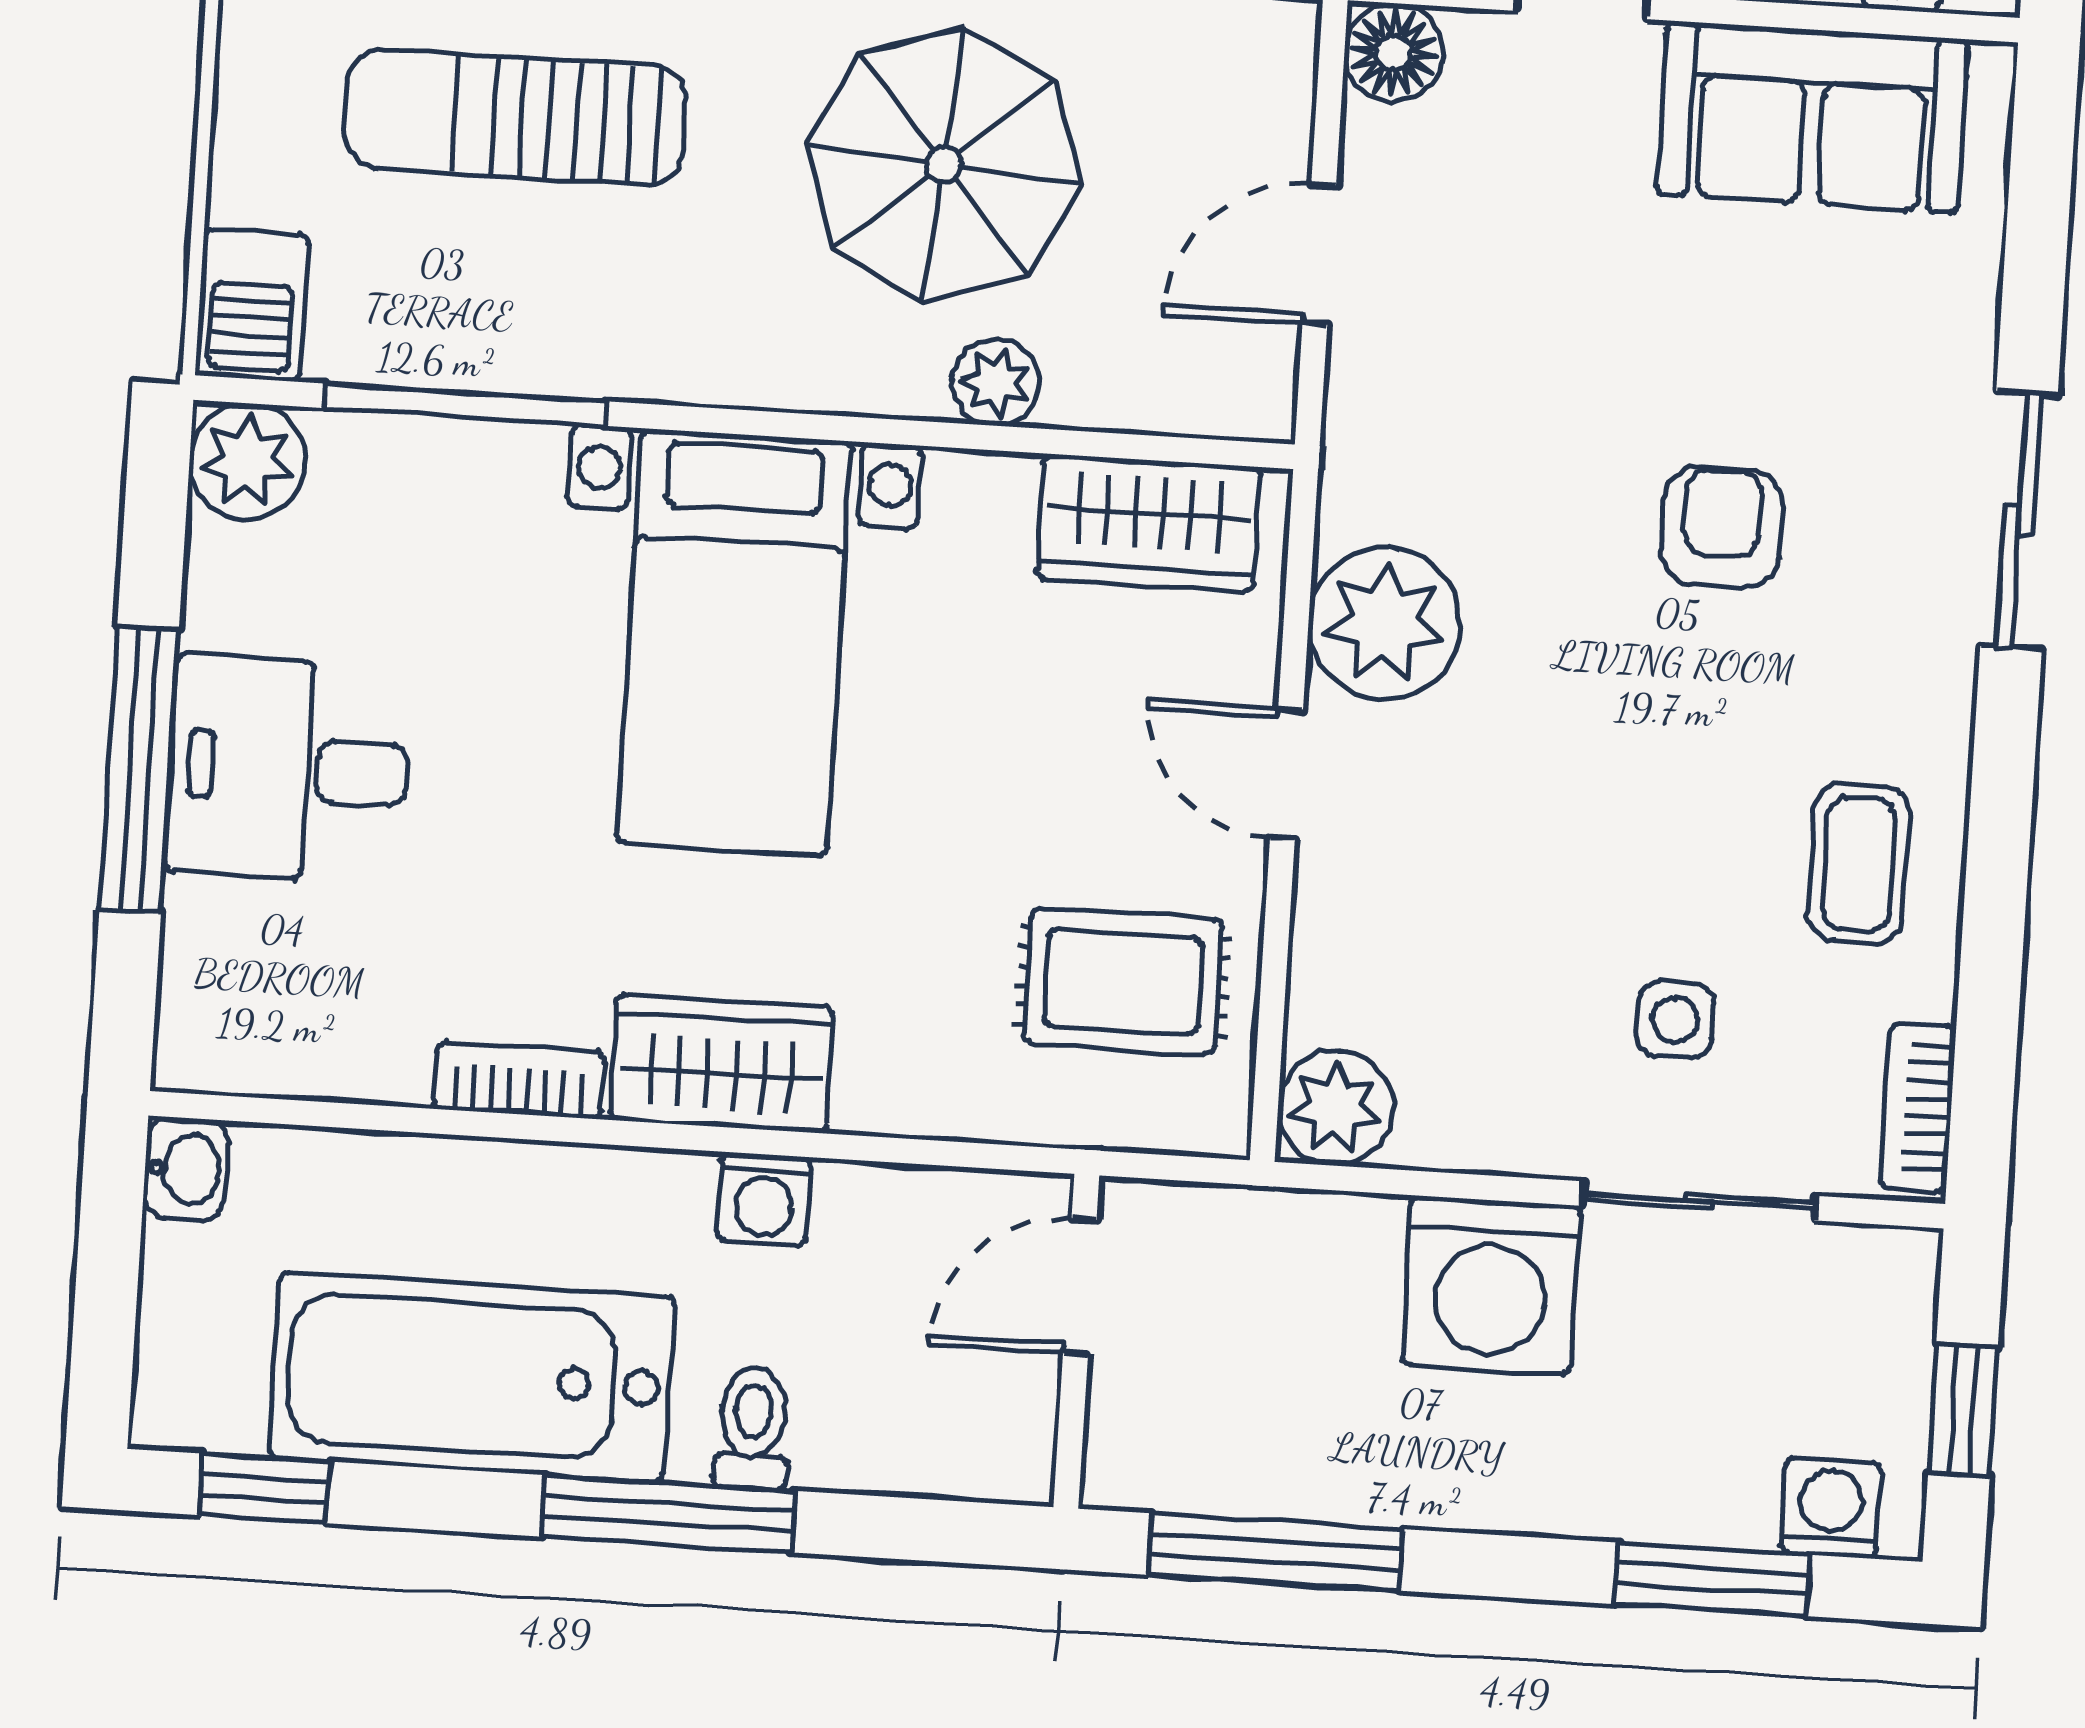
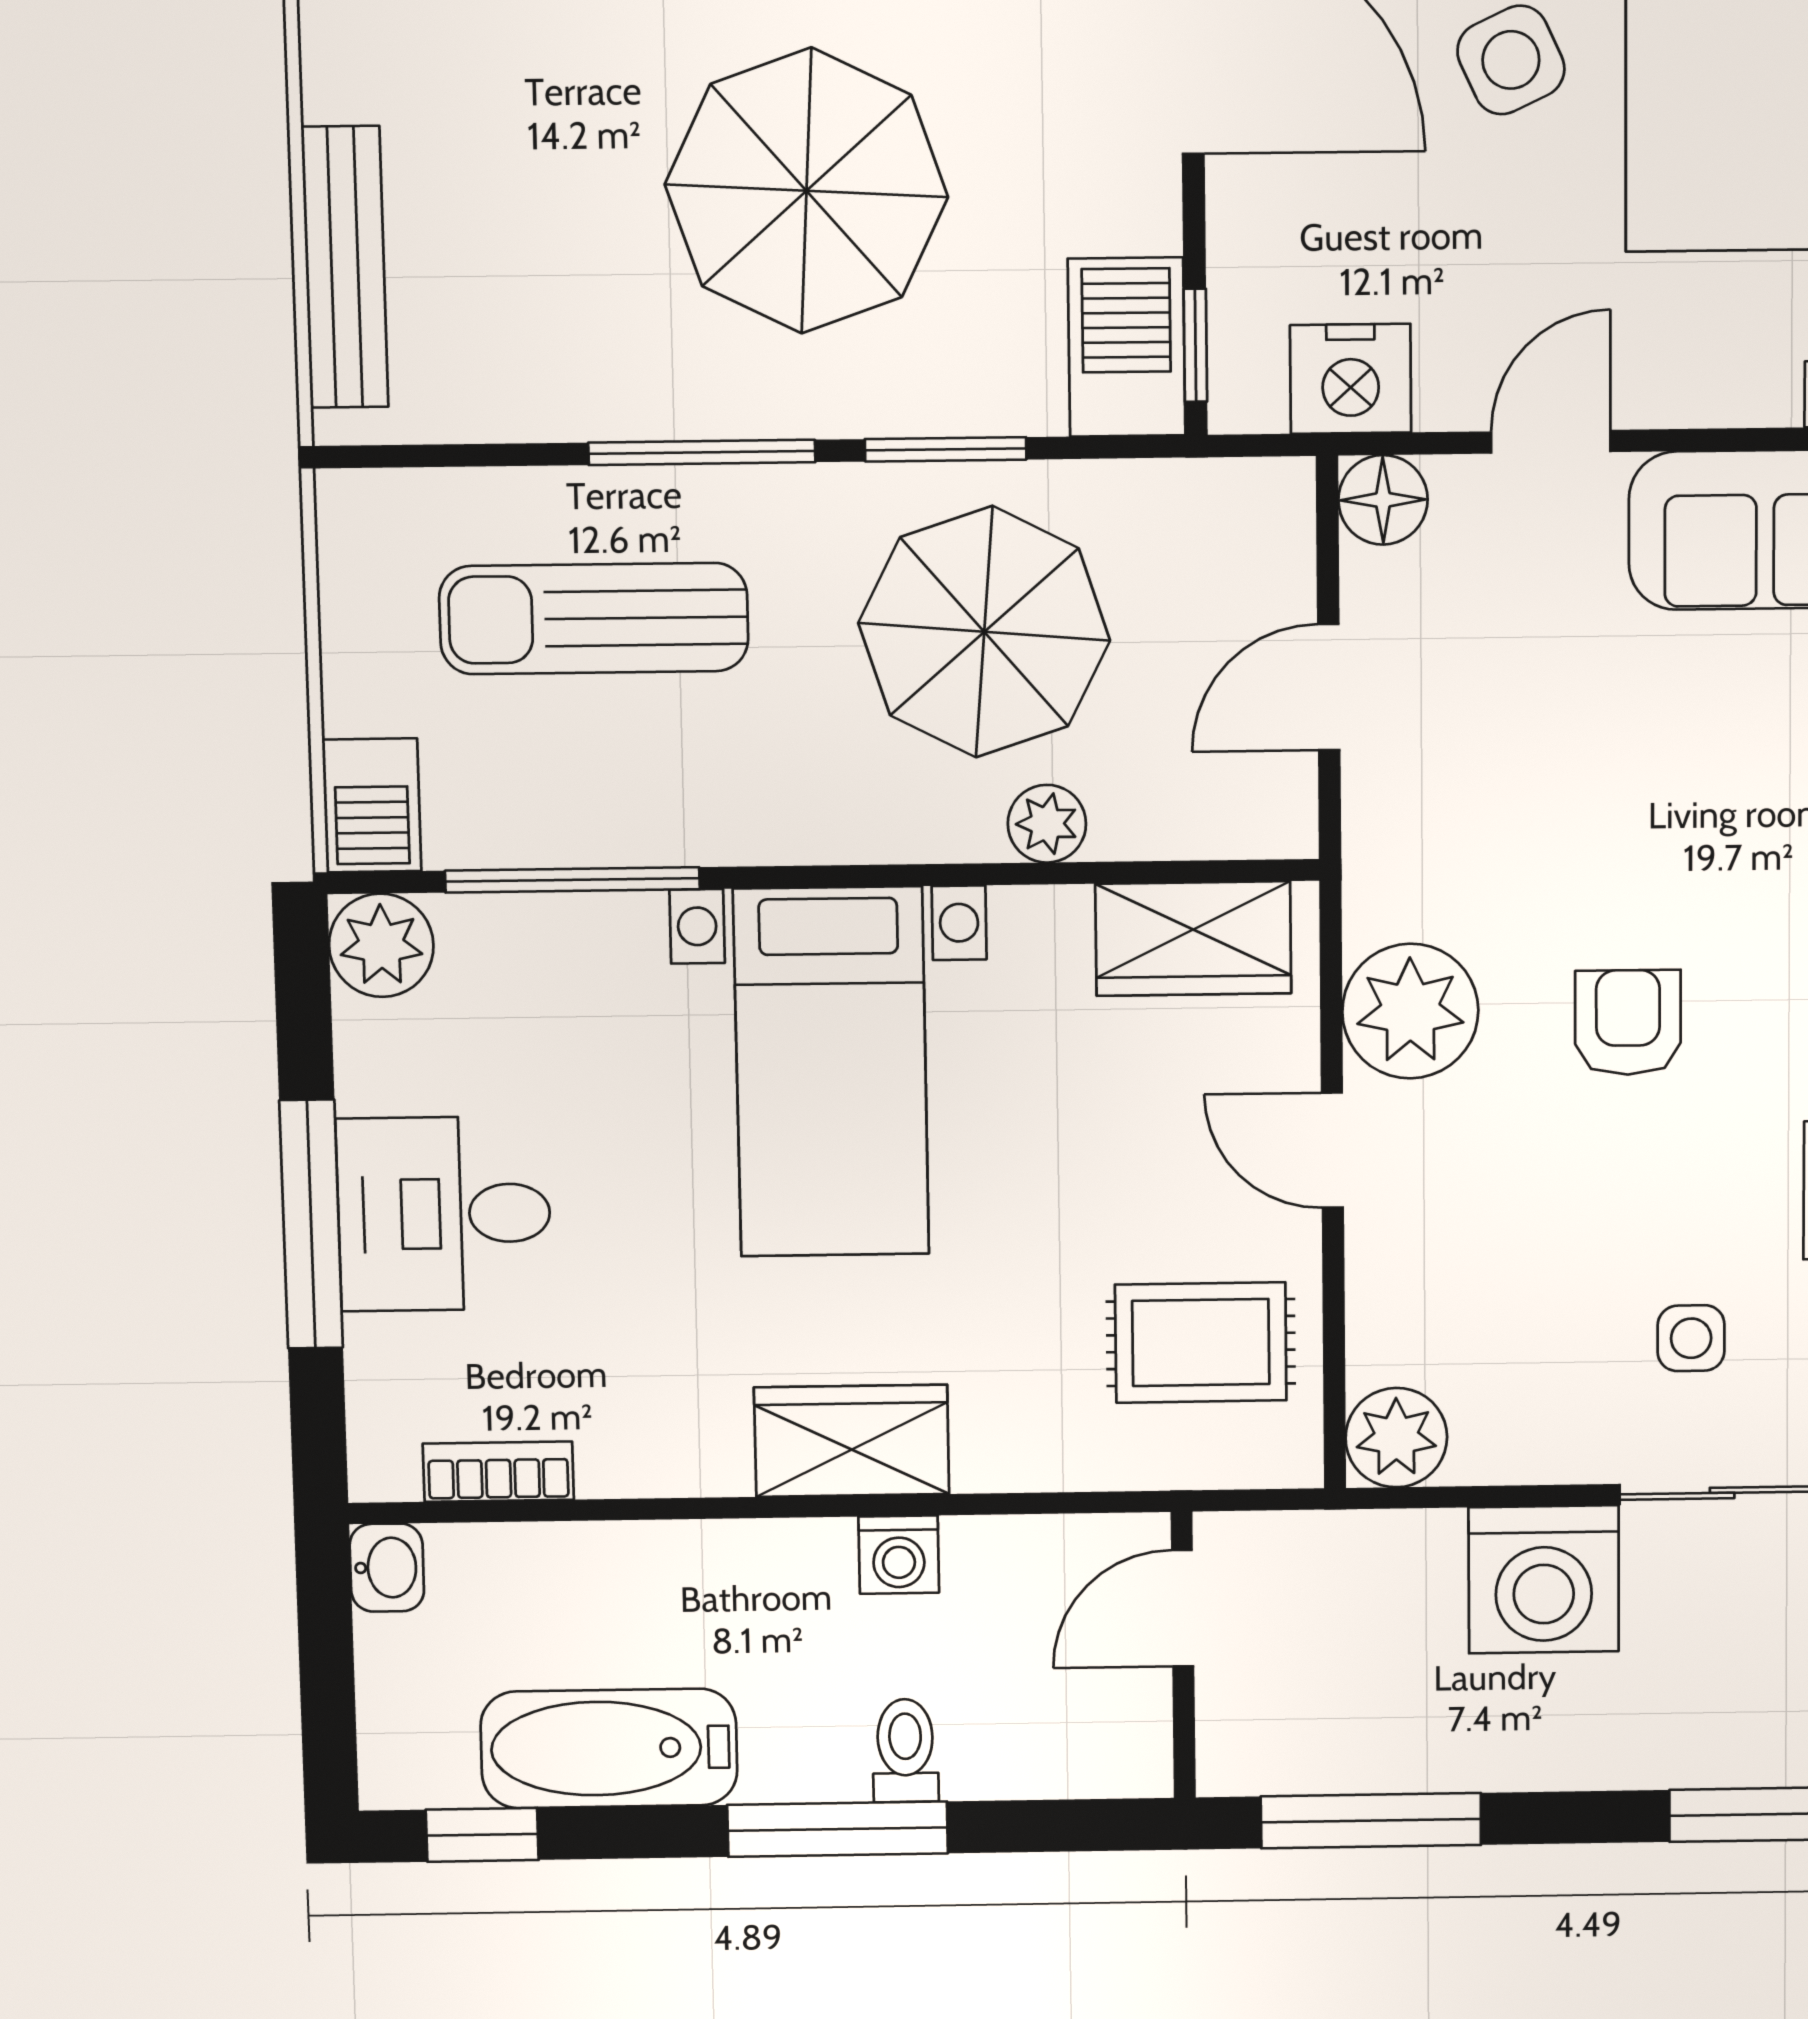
armchair: (1722, 527) -> (1628, 1023), moved
bookcase: (519, 1081) -> (498, 1472), moved
bathtub: (471, 1377) -> (609, 1748), width x0.73, depth x0.73

